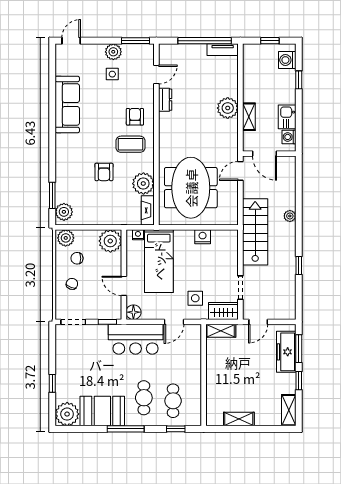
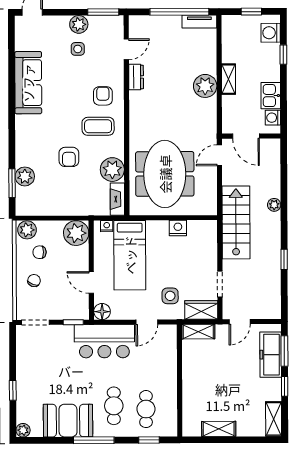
shelving: (249, 117) -> (229, 79), moved
plant: (64, 212) -> (25, 176), moved
plant: (67, 414) -> (23, 430), width x0.53, depth x0.53

